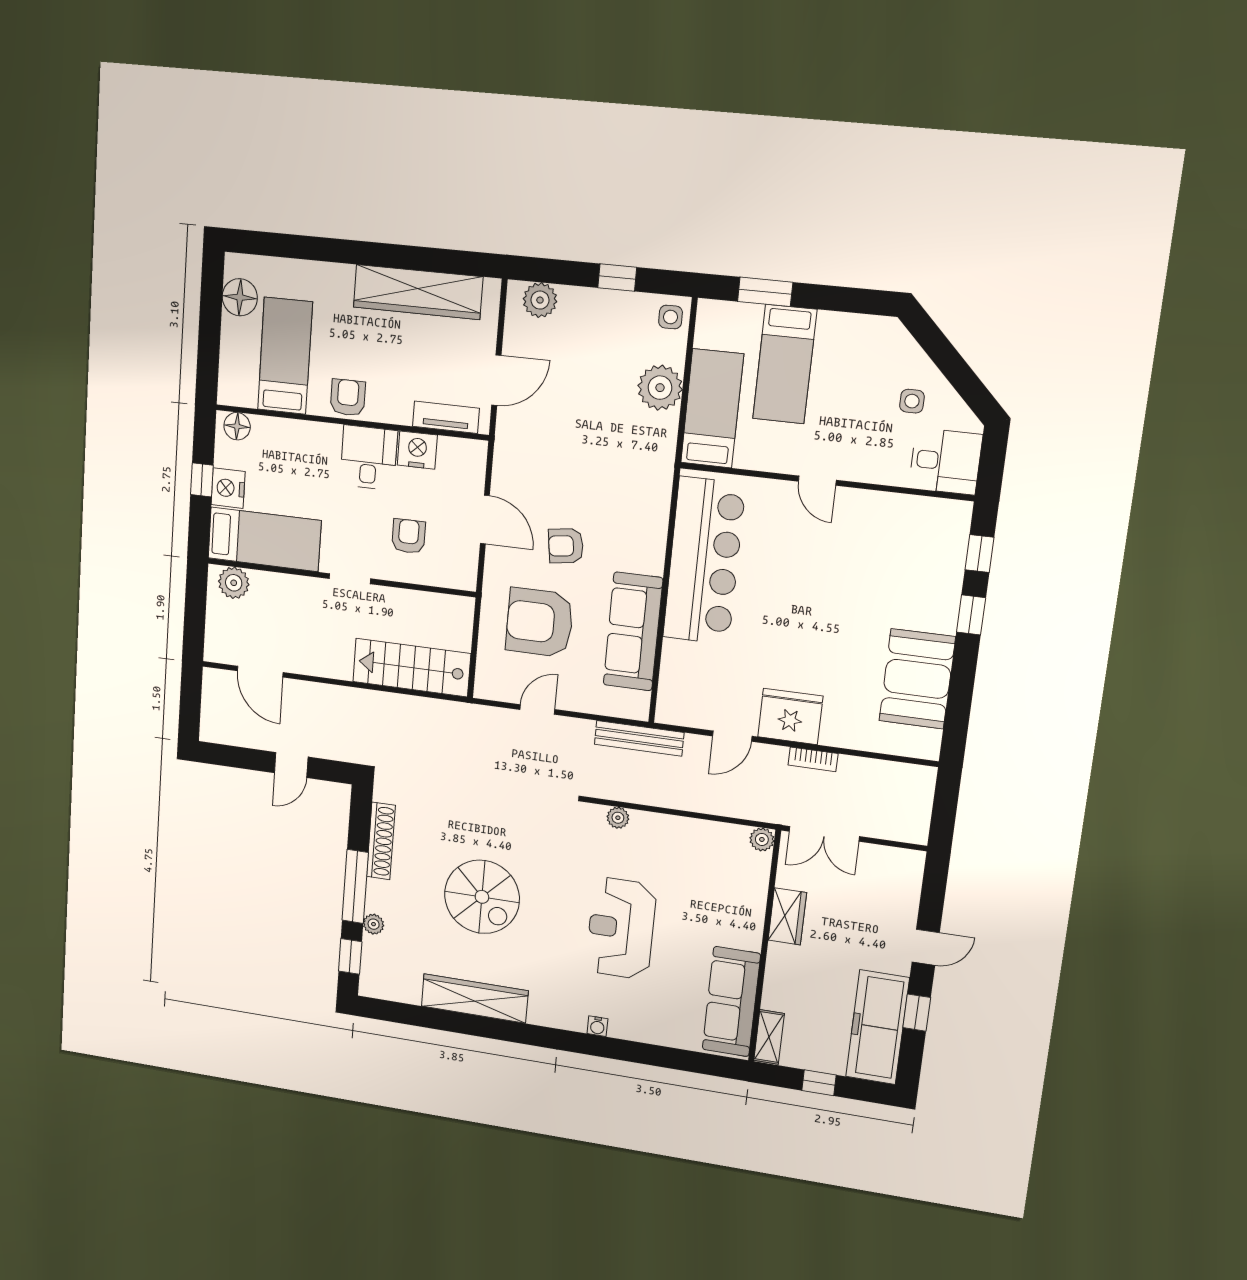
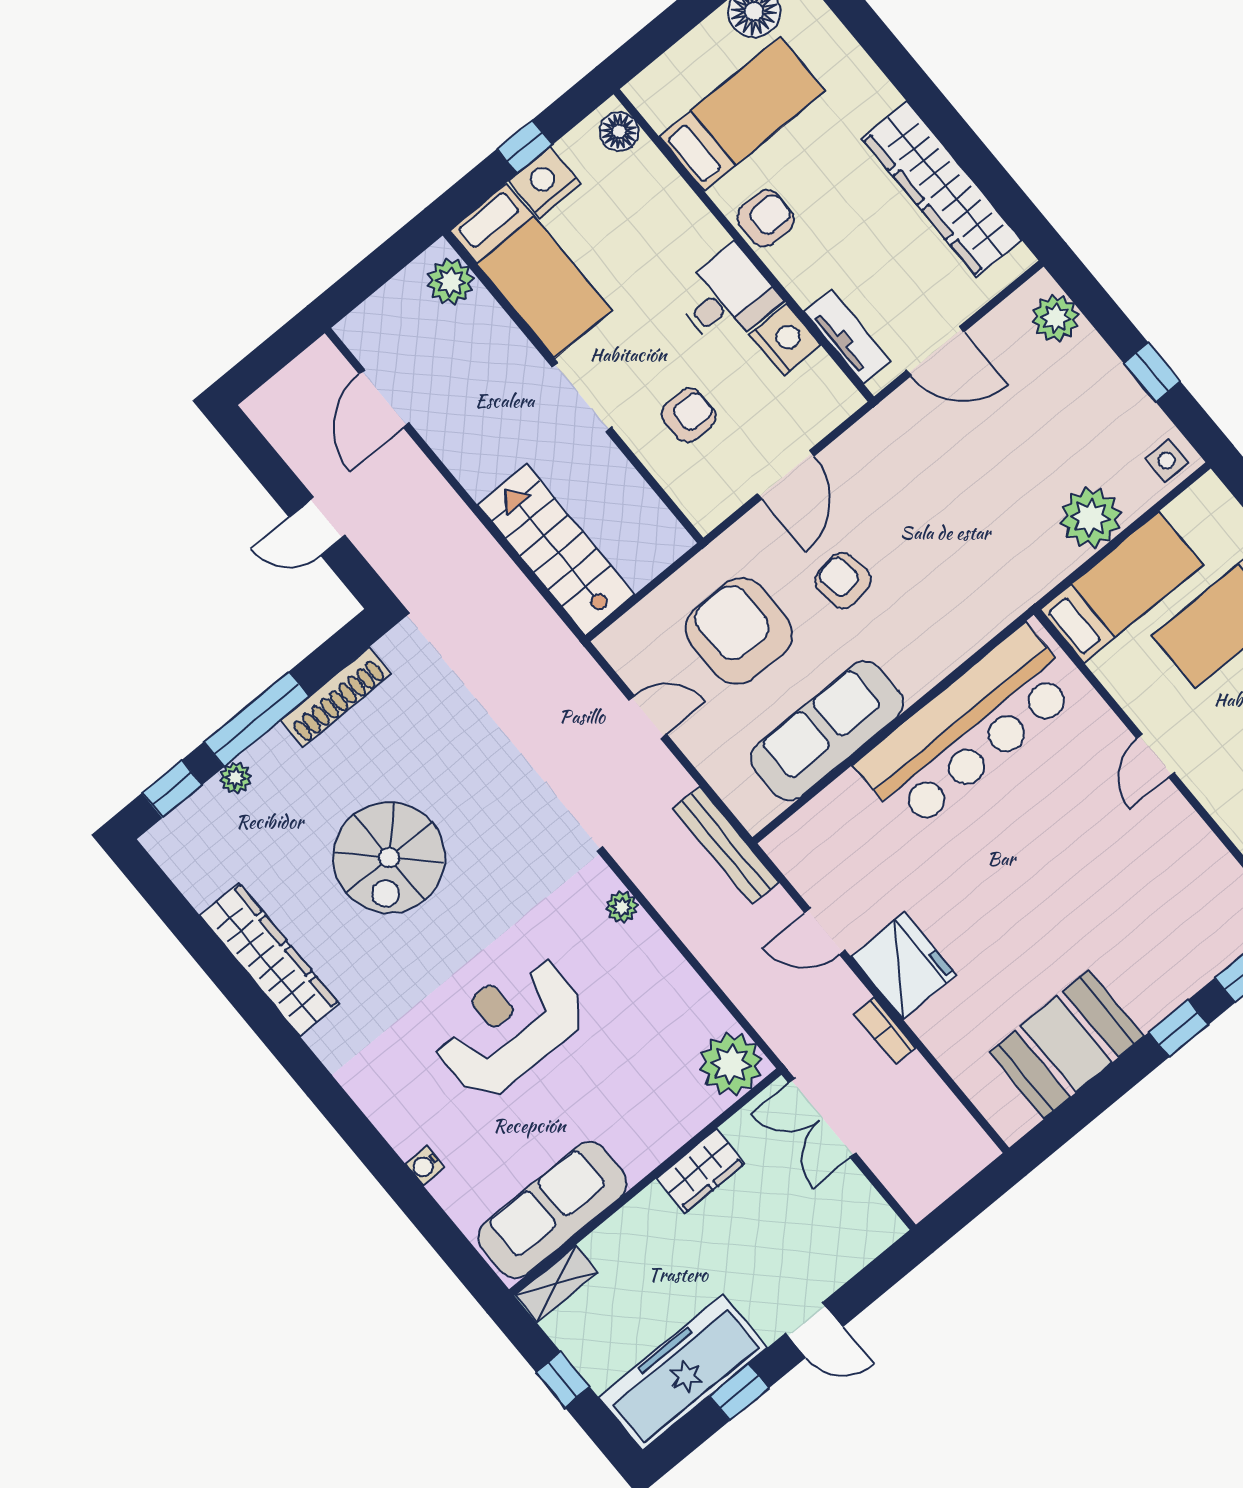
doorway: (350, 579) -> (582, 397), width x1.38
plant: (762, 839) -> (731, 1064), width x1.87, depth x1.87
water cooler: (597, 1026) -> (425, 1165), moved

